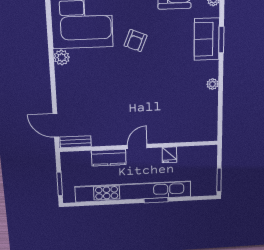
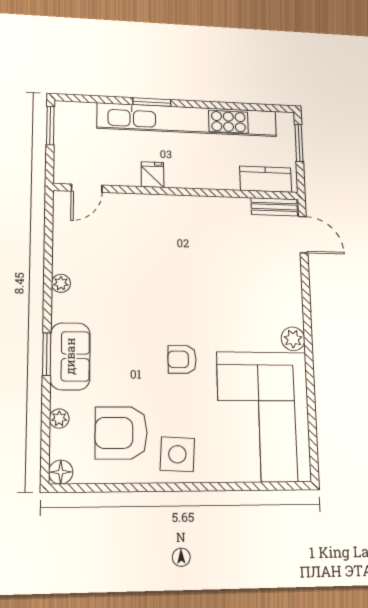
armchair: (135, 41) -> (182, 359), turned -112
door: (137, 146) -> (87, 188), moved
fridge: (169, 155) -> (153, 175), moved
kitchen counter: (109, 158) -> (266, 179), moved

